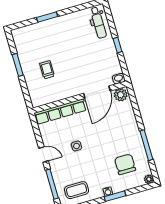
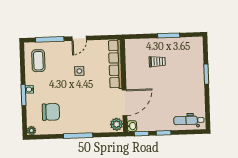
window: (124, 67) -> (142, 134), added
door: (97, 92) -> (125, 103), swing flipped
window: (146, 145) -> (78, 136), moved

